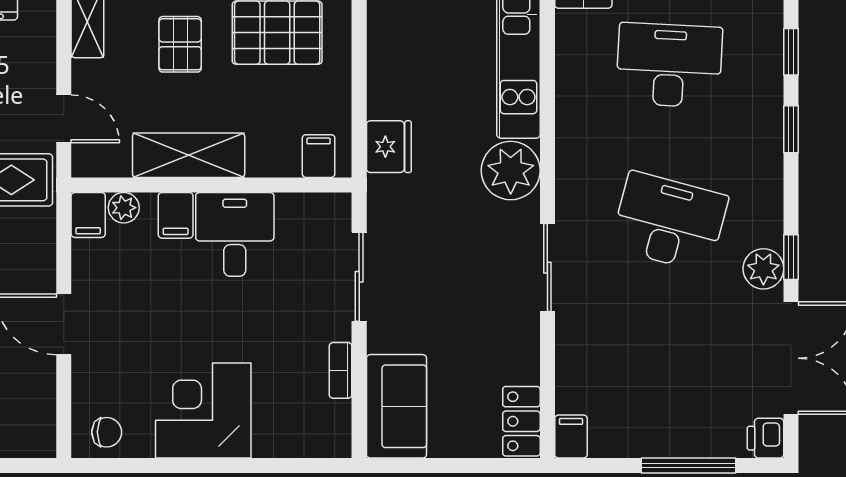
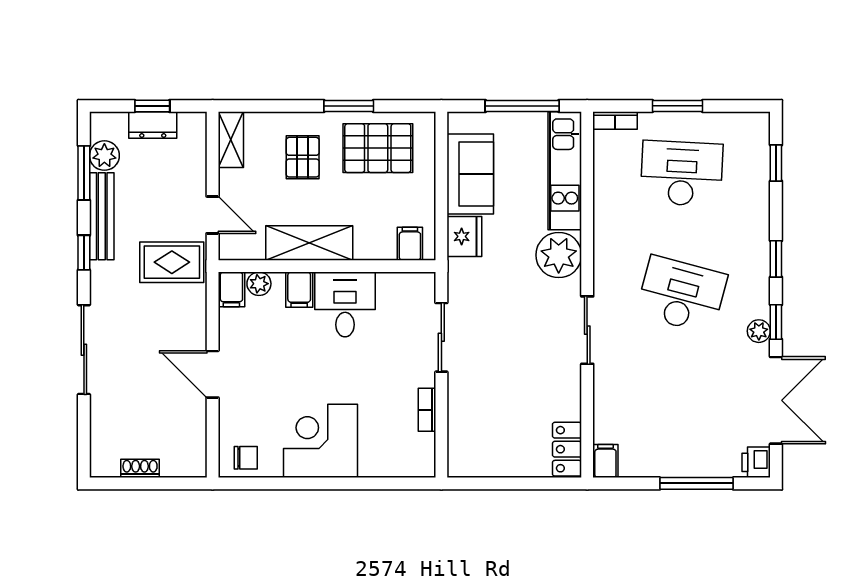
window: (791, 129) -> (776, 259), moved
plant: (763, 269) -> (759, 331), width x0.73, depth x0.73
sofa: (396, 406) -> (470, 174), moved

